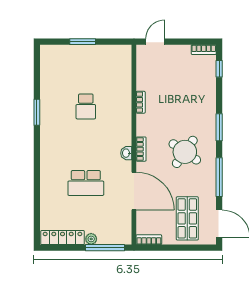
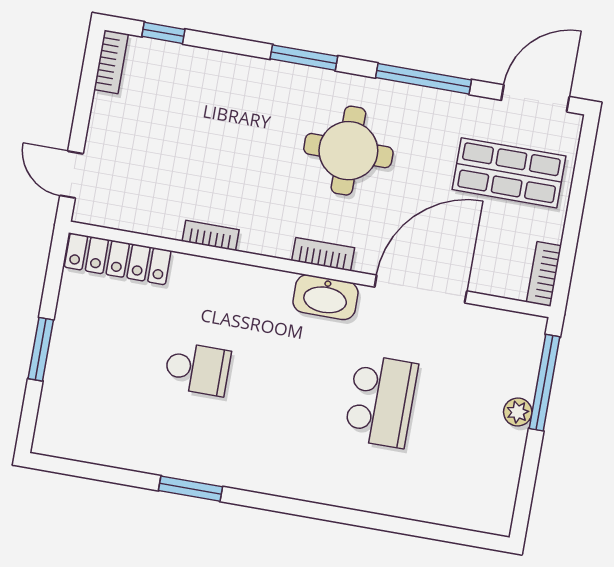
round table: (185, 152) -> (348, 151), turned -35
washbasin: (126, 153) -> (325, 297), width x1.91, depth x1.45
locker: (62, 238) -> (118, 259), moved, turned -90

